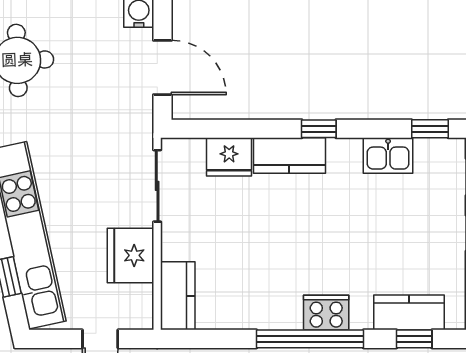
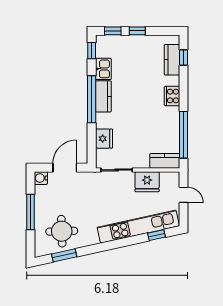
window: (319, 129) -> (92, 99), width x3.17
kitchen counter: (289, 156) -> (103, 96), moved
window: (310, 339) -> (184, 135), moved

